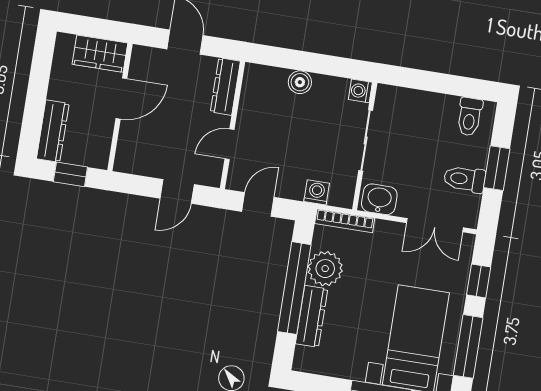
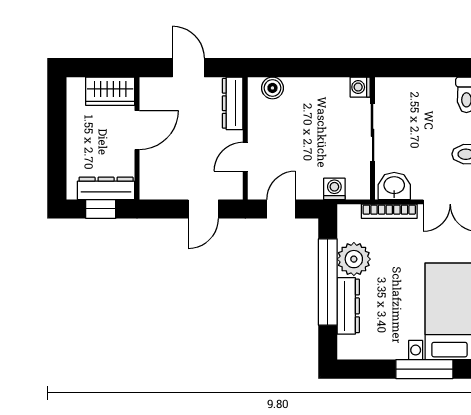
boiler: (300, 82) -> (272, 88), moved
dresser: (53, 131) -> (106, 188), moved, turned -90
bookcase: (345, 221) -> (389, 211), moved

